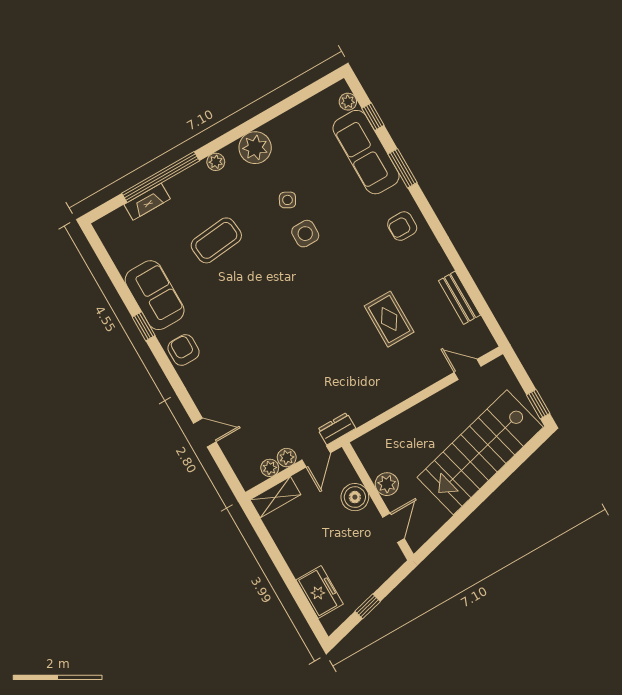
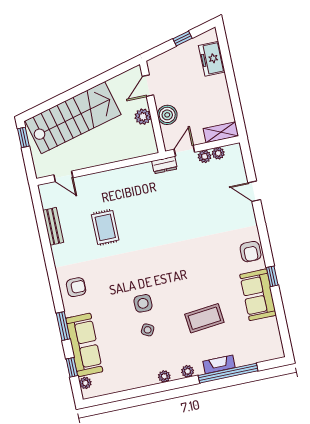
plant: (255, 148) -> (164, 376), width x0.53, depth x0.53
fireplace: (147, 202) -> (219, 364), moved

